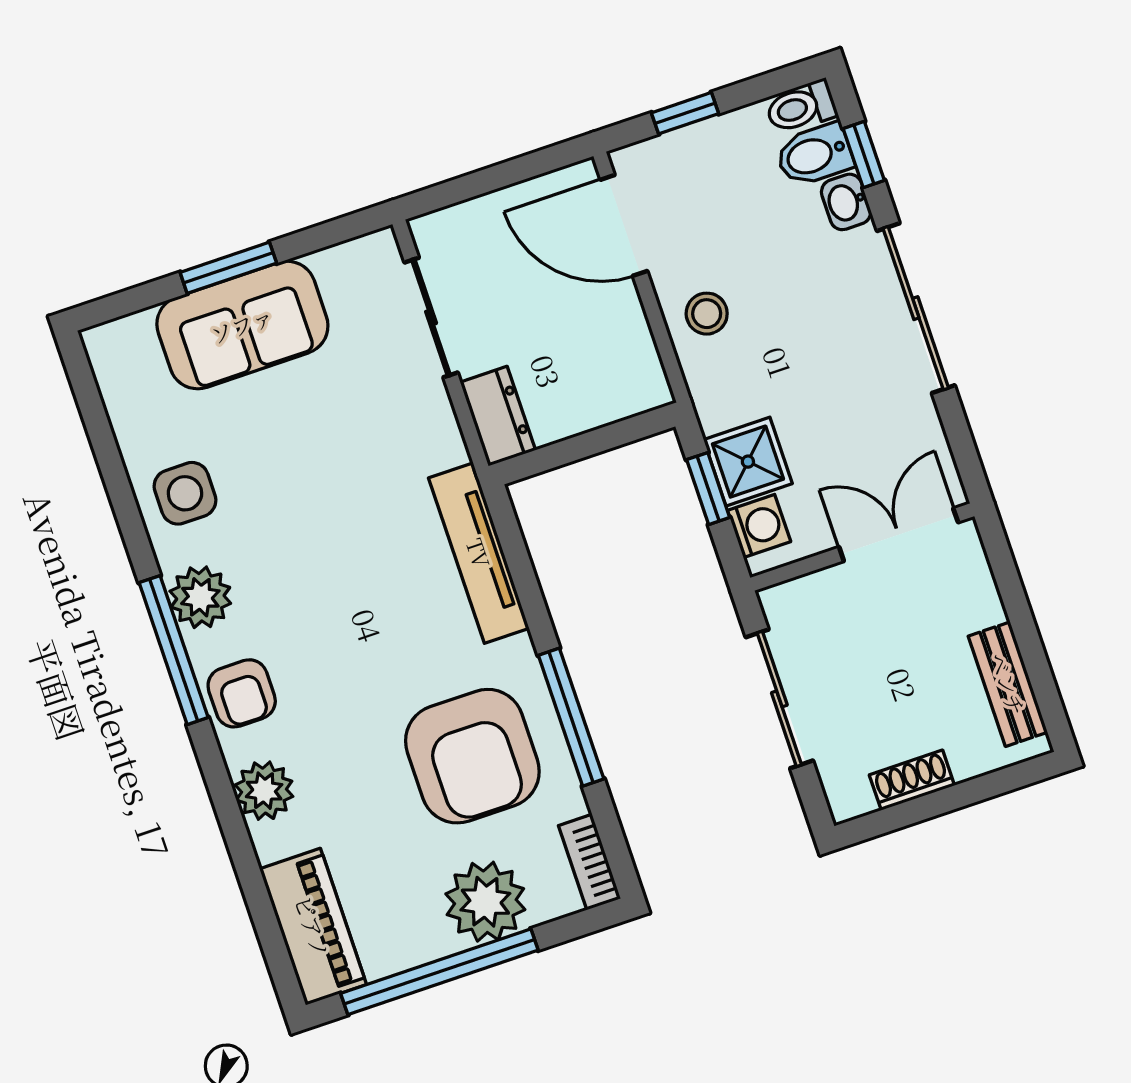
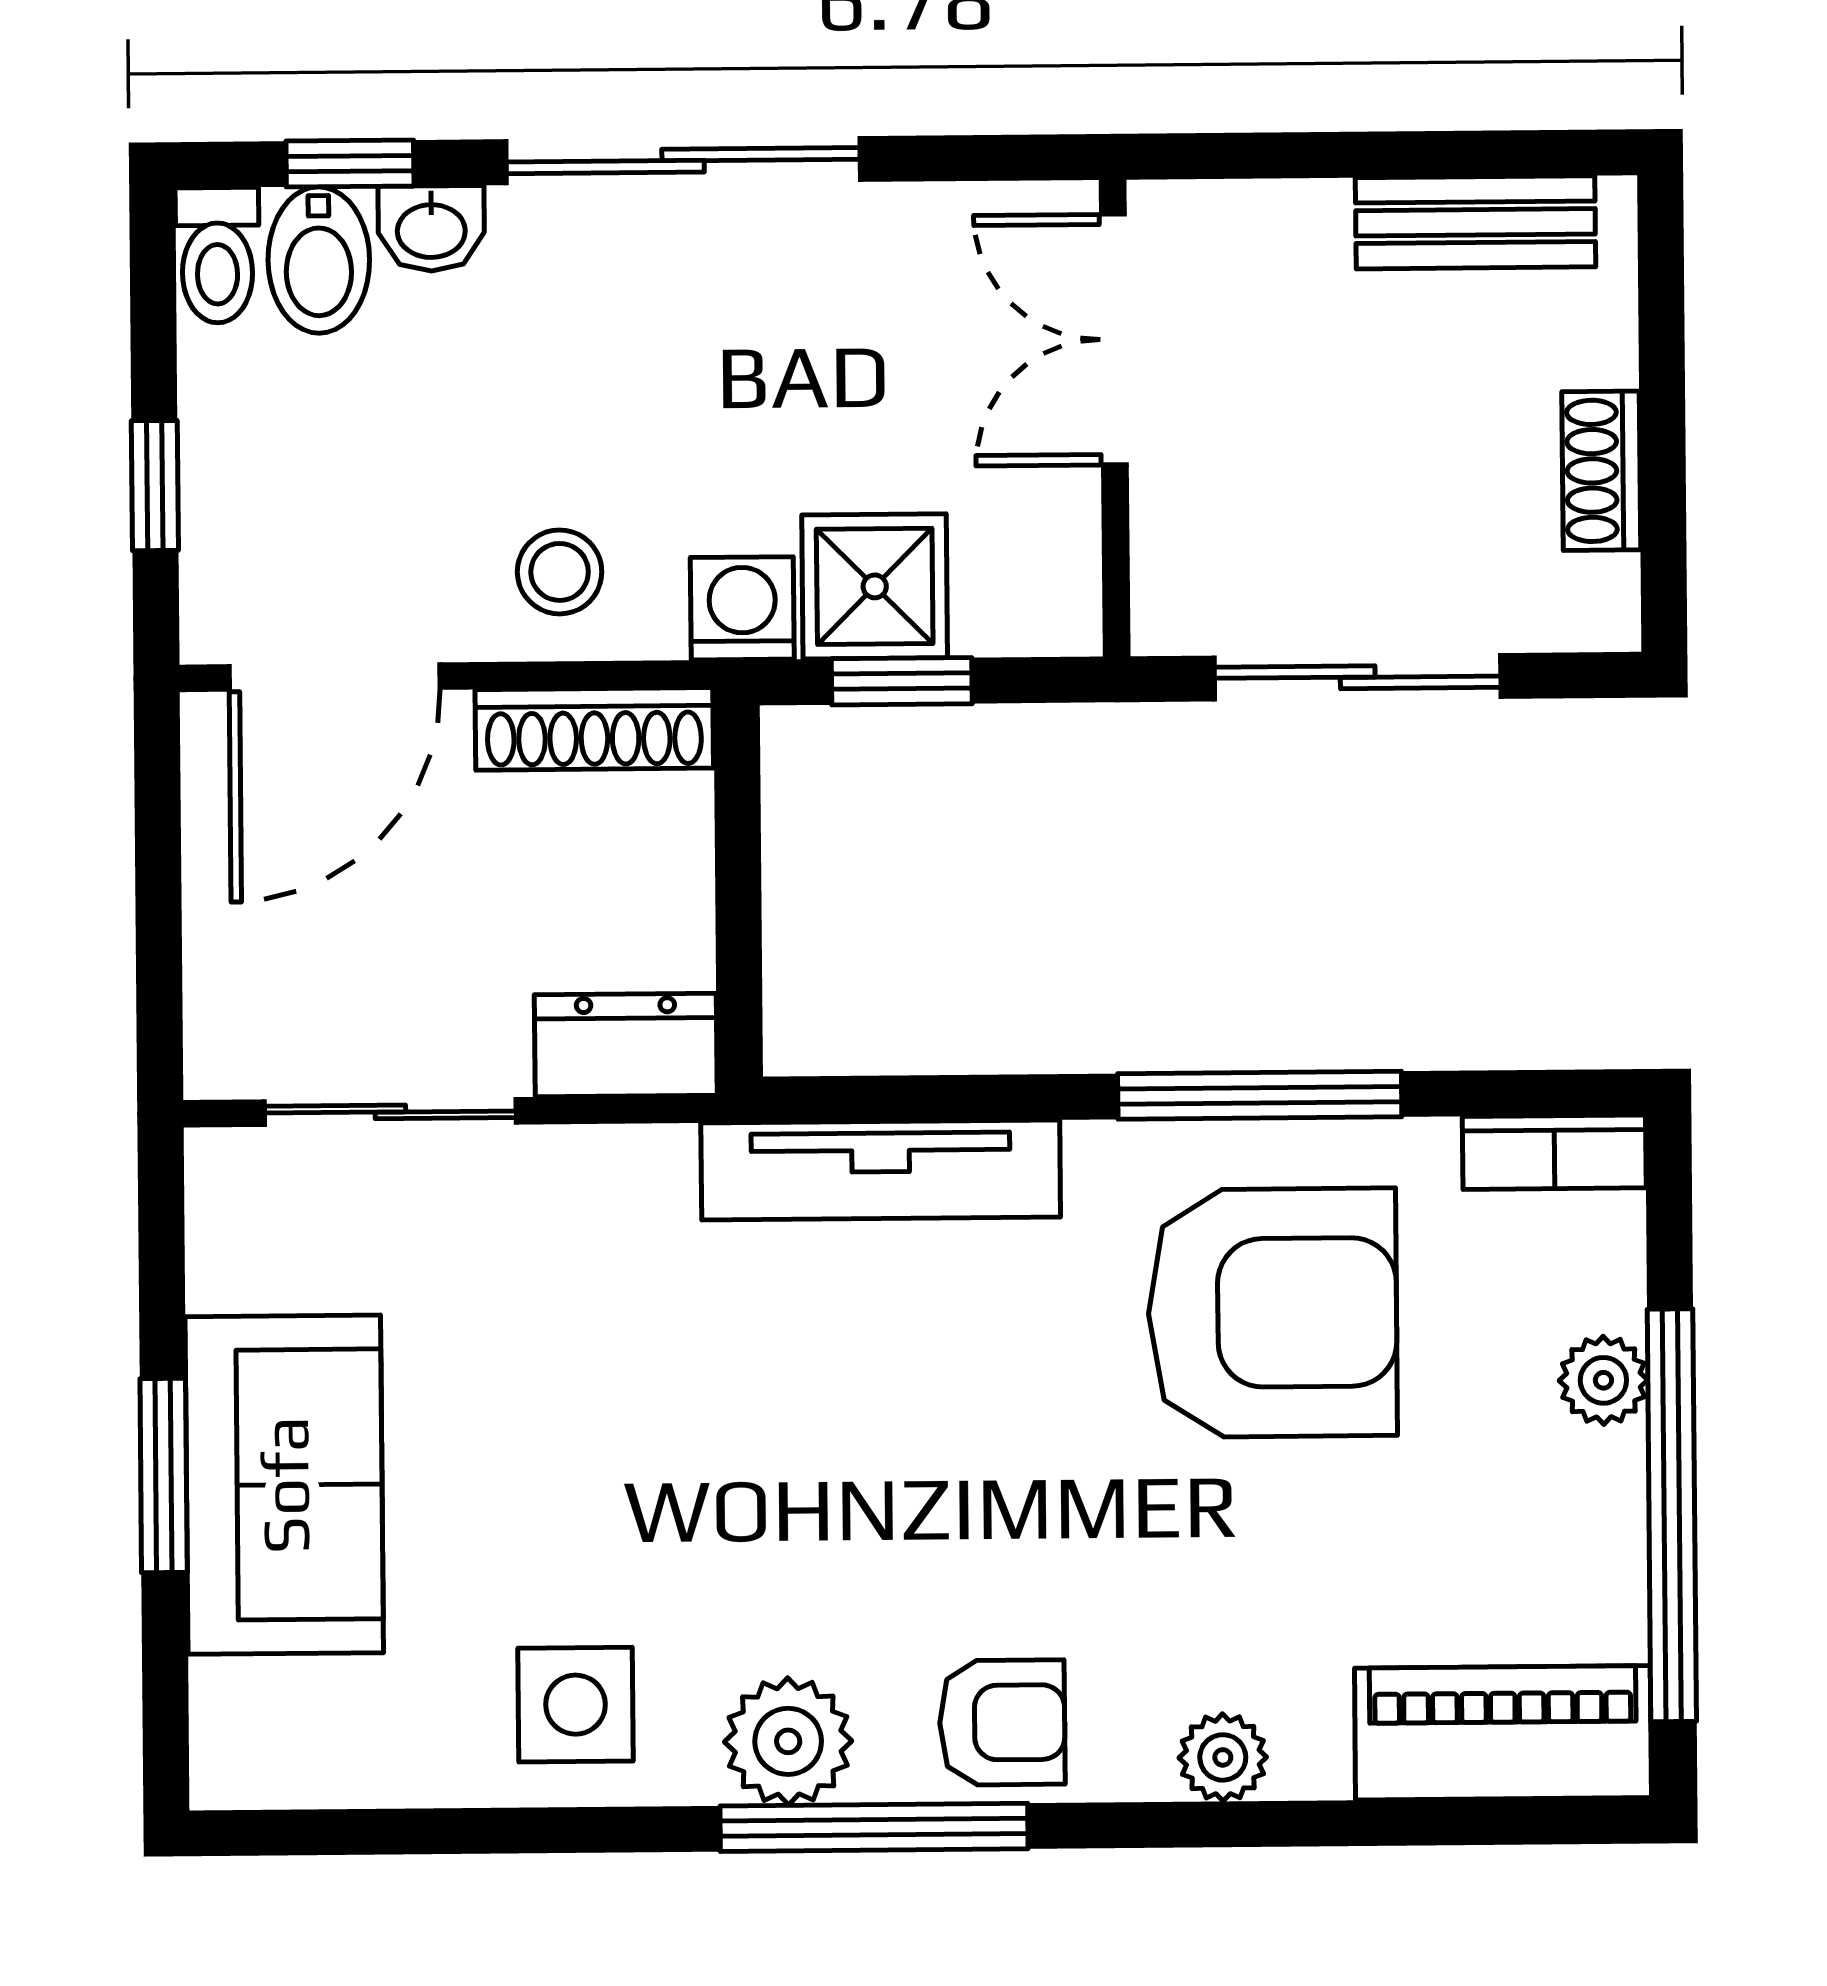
shoe rack: (639, 354) -> (594, 729), added
washing machine: (759, 526) -> (742, 608), moved
plant: (264, 791) -> (1223, 1757), width x0.73, depth x0.73
plant: (485, 902) -> (1603, 1380), width x0.53, depth x0.53

